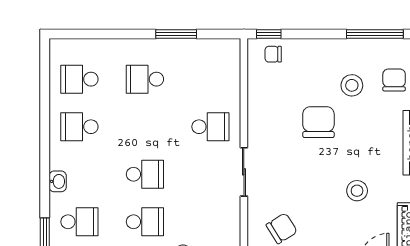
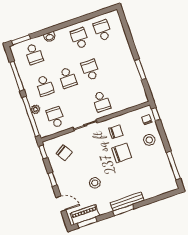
school desk: (145, 79) -> (90, 70), moved
chair: (394, 80) -> (116, 132), moved
stool: (352, 85) -> (149, 140), moved
school desk: (210, 222) -> (55, 117), added

